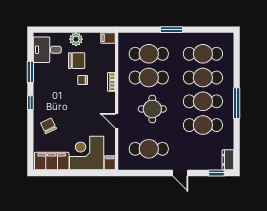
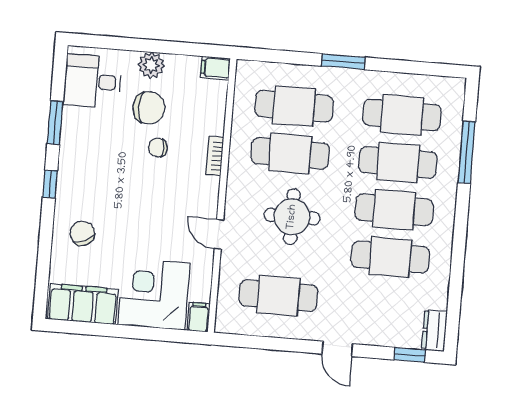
window: (237, 103) -> (467, 152), moved

